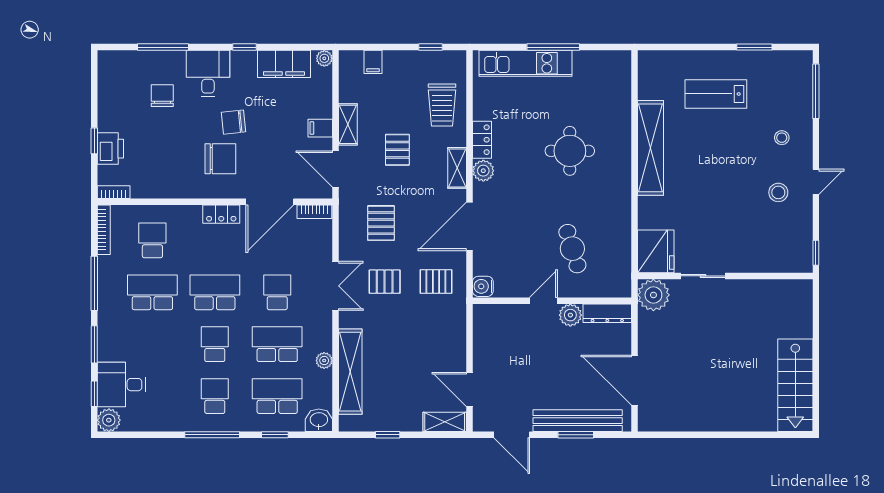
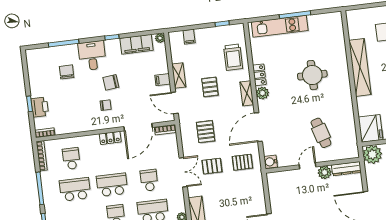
chair: (220, 159) -> (106, 105), width x0.54, depth x0.54

